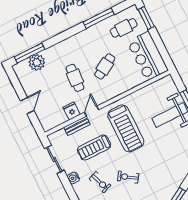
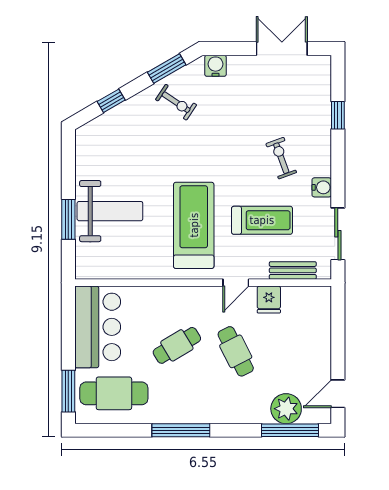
window: (99, 18) -> (181, 430), moved
cafe table: (124, 28) -> (114, 393), width x1.37, depth x1.35
cafe table: (75, 78) -> (236, 351), turned -31
door: (27, 106) -> (338, 394), moved
bench: (77, 126) -> (293, 270), moved
exercise bike: (128, 177) -> (176, 102), moved

